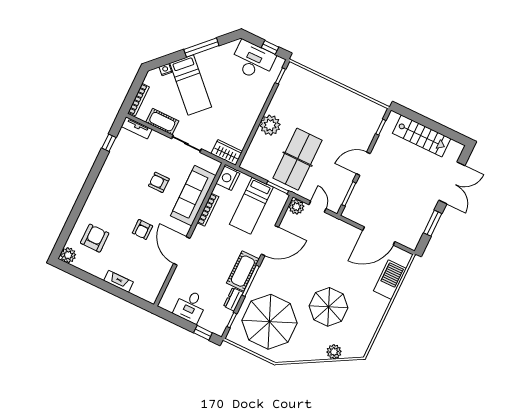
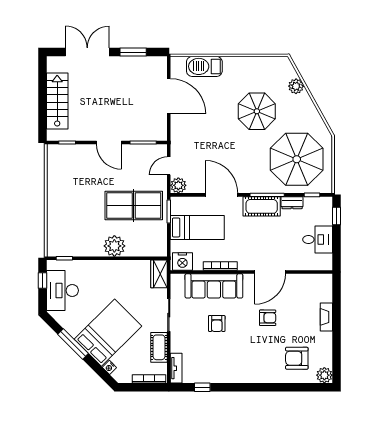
bed: (191, 85) -> (108, 333), width x1.50

